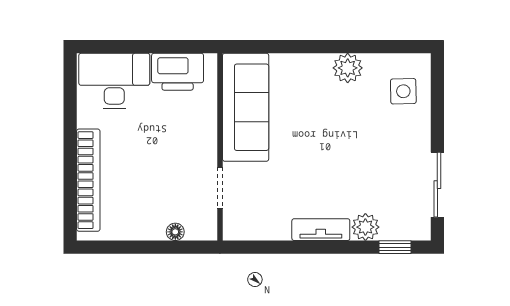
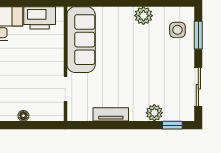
window: (437, 100) -> (198, 35), added
tv unit: (321, 230) -> (111, 114), moved
floor lamp: (175, 232) -> (23, 116), moved

